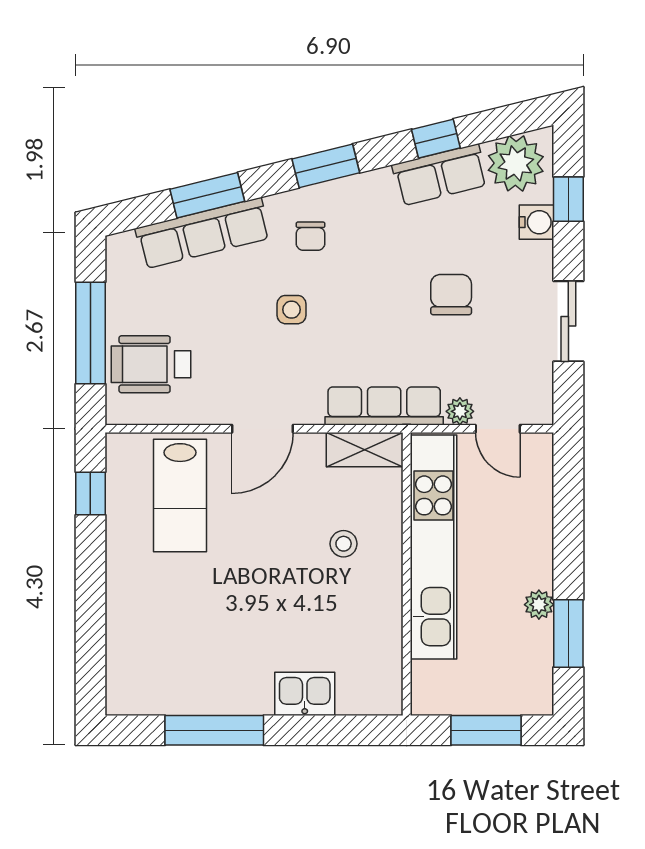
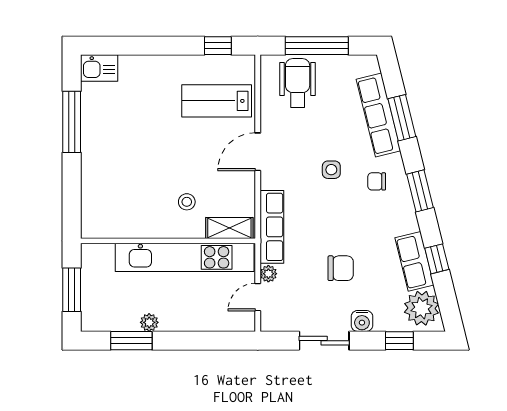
water cooler: (536, 222) -> (362, 321), moved
door: (262, 429) -> (258, 152), hinge flipped
shelving: (365, 450) -> (229, 228), moved, turned 90
kitchen sink: (305, 694) -> (99, 68), moved, turned 90

